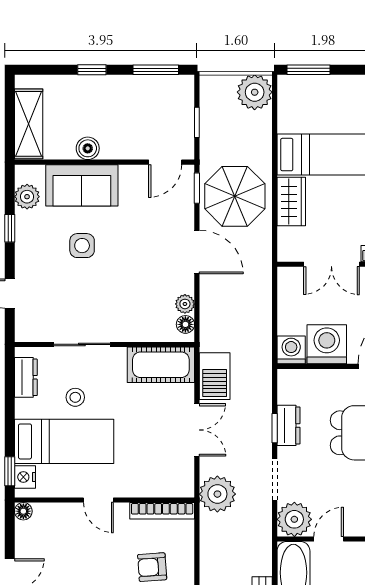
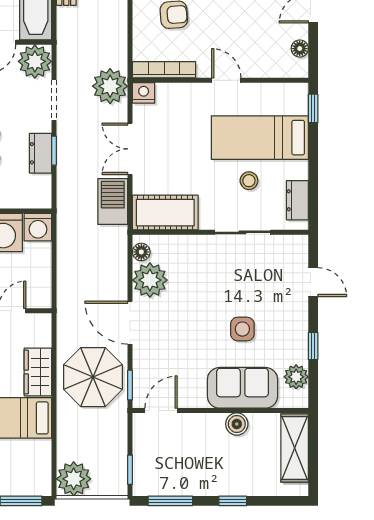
window: (197, 122) -> (130, 470), moved
plant: (185, 304) -> (150, 280), width x1.88, depth x1.88
nightstand: (25, 477) -> (144, 93), moved, turned -90
floor lamp: (23, 511) -> (300, 49), moved

